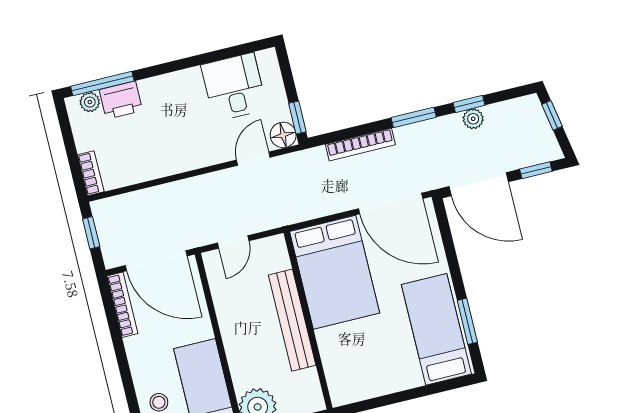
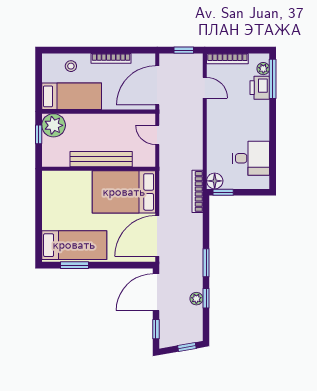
bookcase: (360, 145) -> (197, 191), moved
door: (253, 159) -> (205, 88), moved
bookcase: (91, 173) -> (227, 59), width x1.56
bookcase: (122, 305) -> (111, 58), moved

